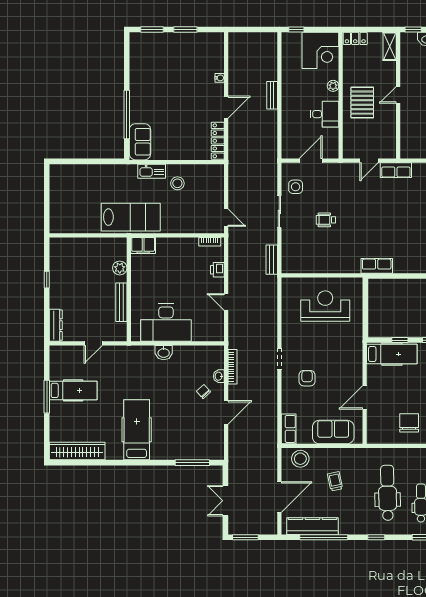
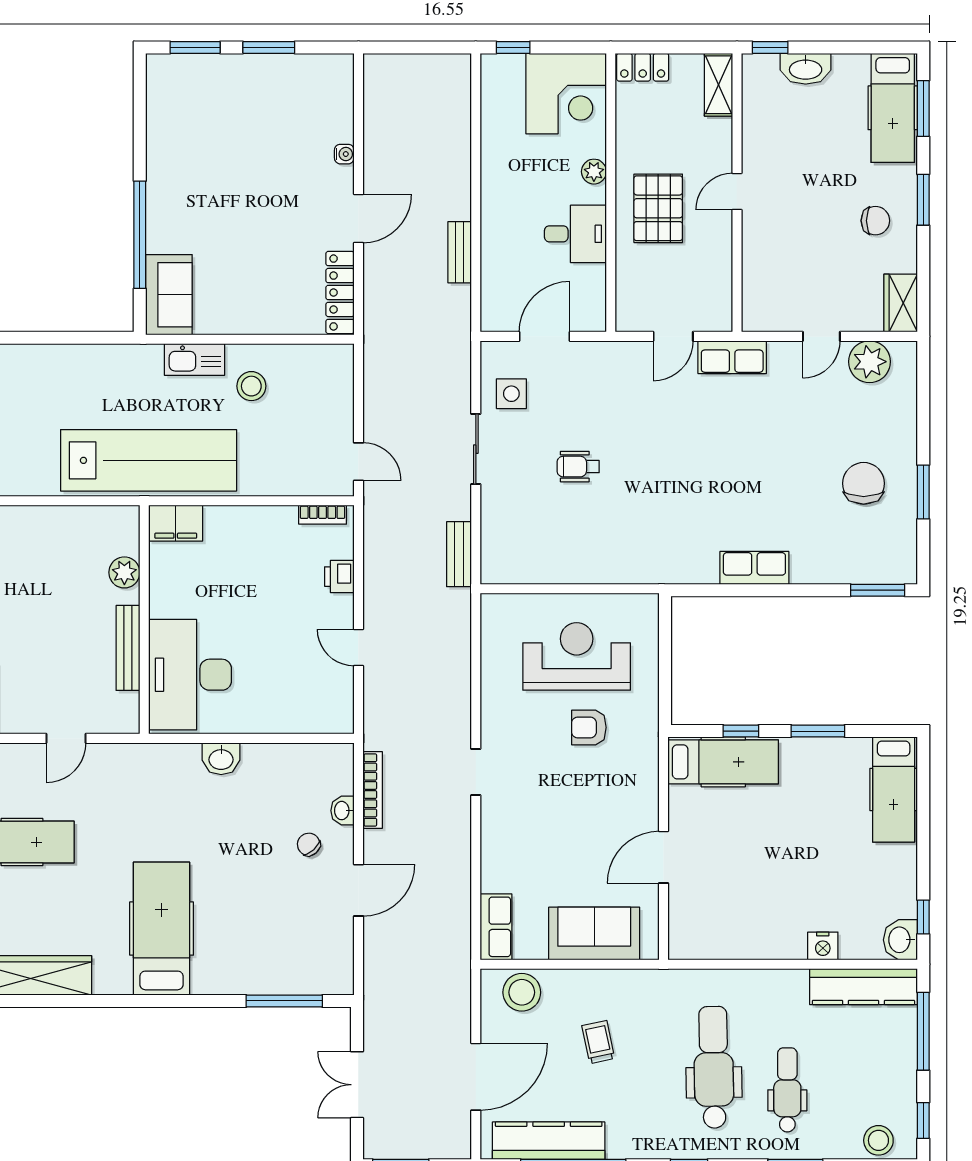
bench: (272, 95) -> (460, 252), moved
lab bench: (131, 217) -> (149, 460), width x1.36
row of seats: (377, 266) -> (754, 568), moved
desk: (166, 323) -> (190, 675), moved, turned 90
armchair: (307, 378) -> (589, 727), moved, turned -90
chair: (409, 423) -> (761, 913), removed

